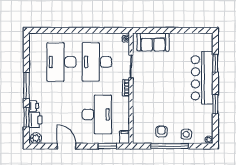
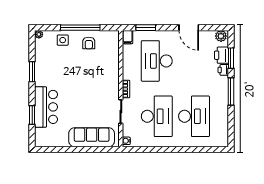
sofa: (153, 42) -> (92, 137), width x1.36
bar counter: (202, 78) -> (46, 107), width x0.73

